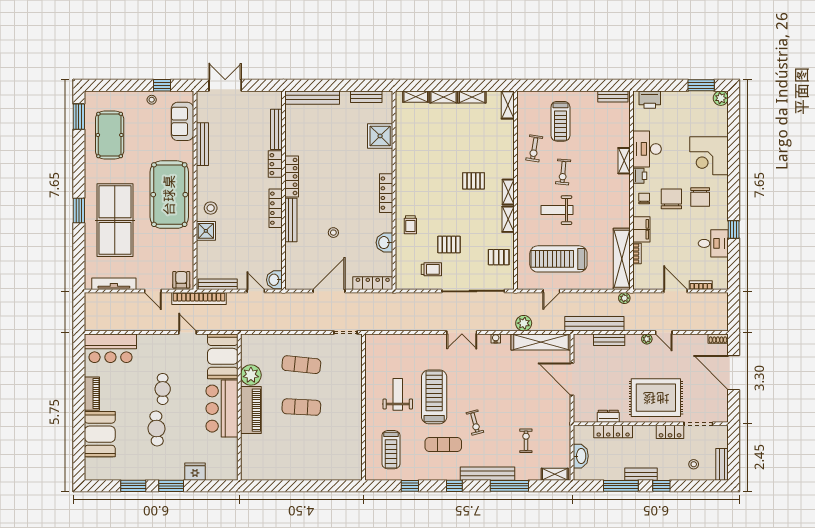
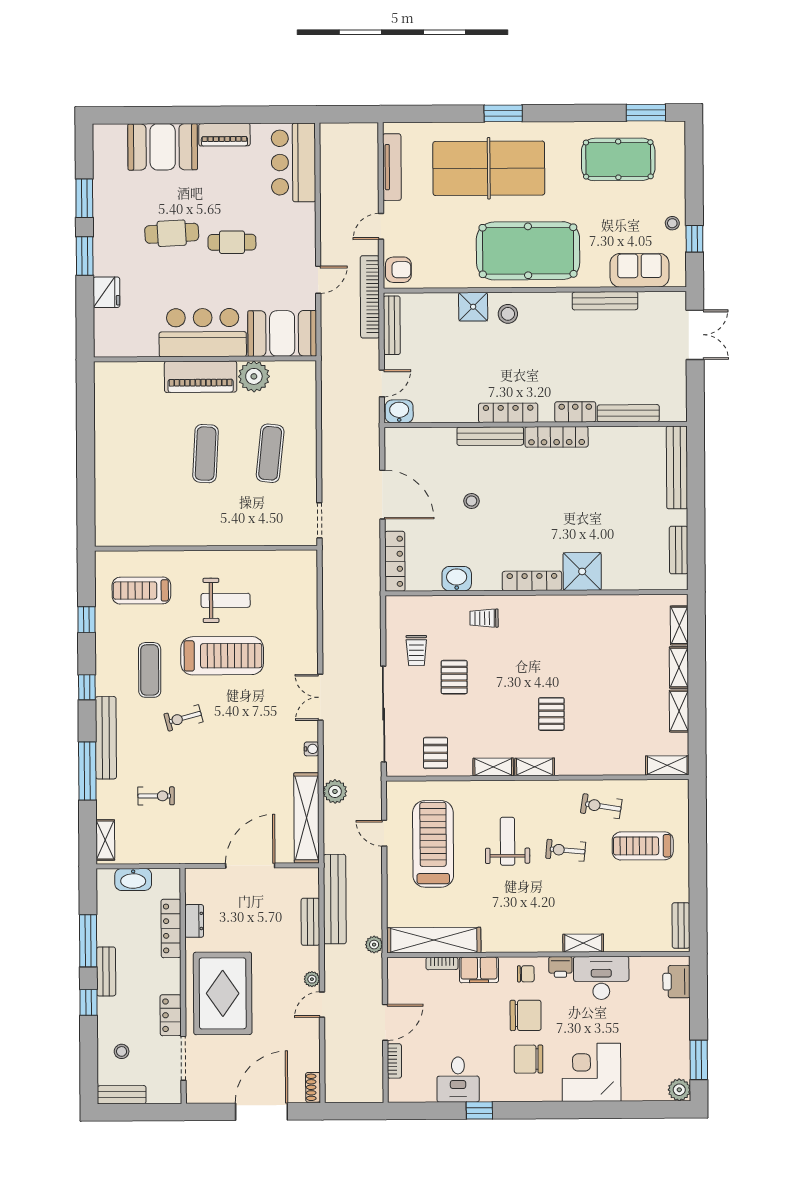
shower: (380, 136) -> (582, 571), moved

